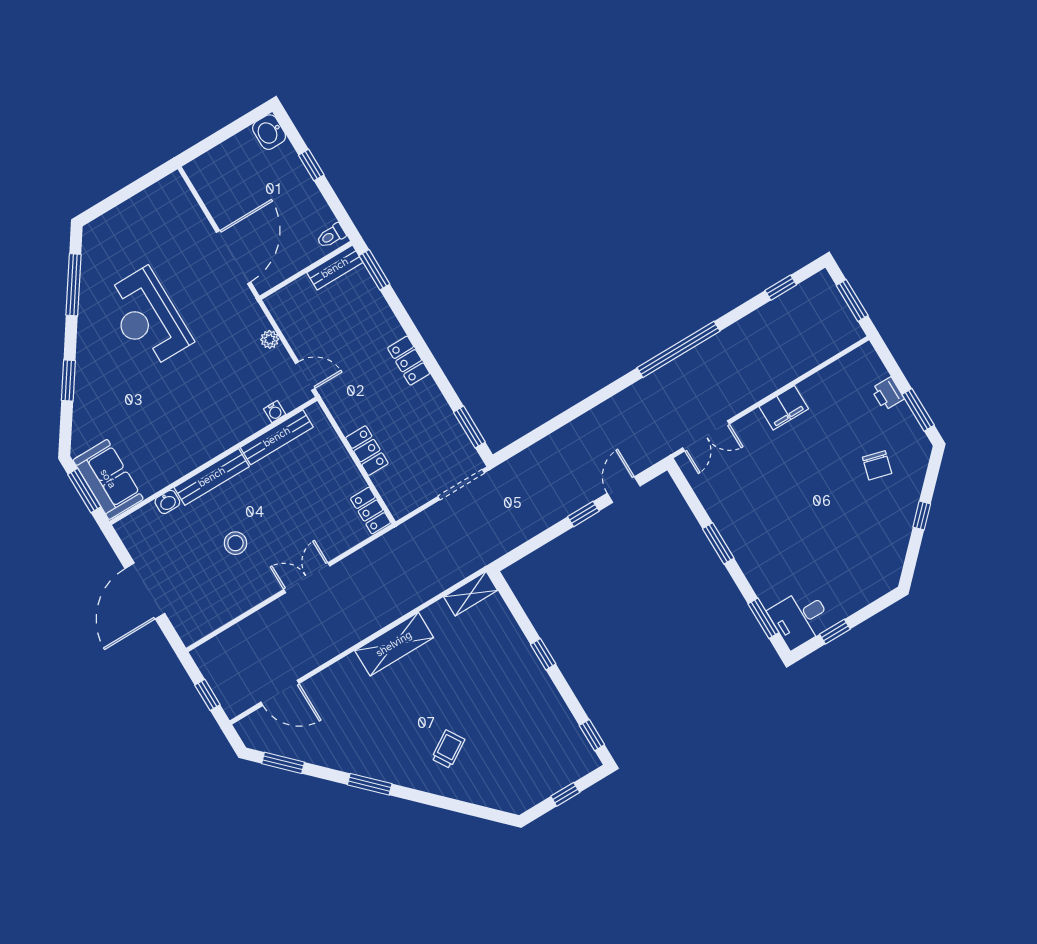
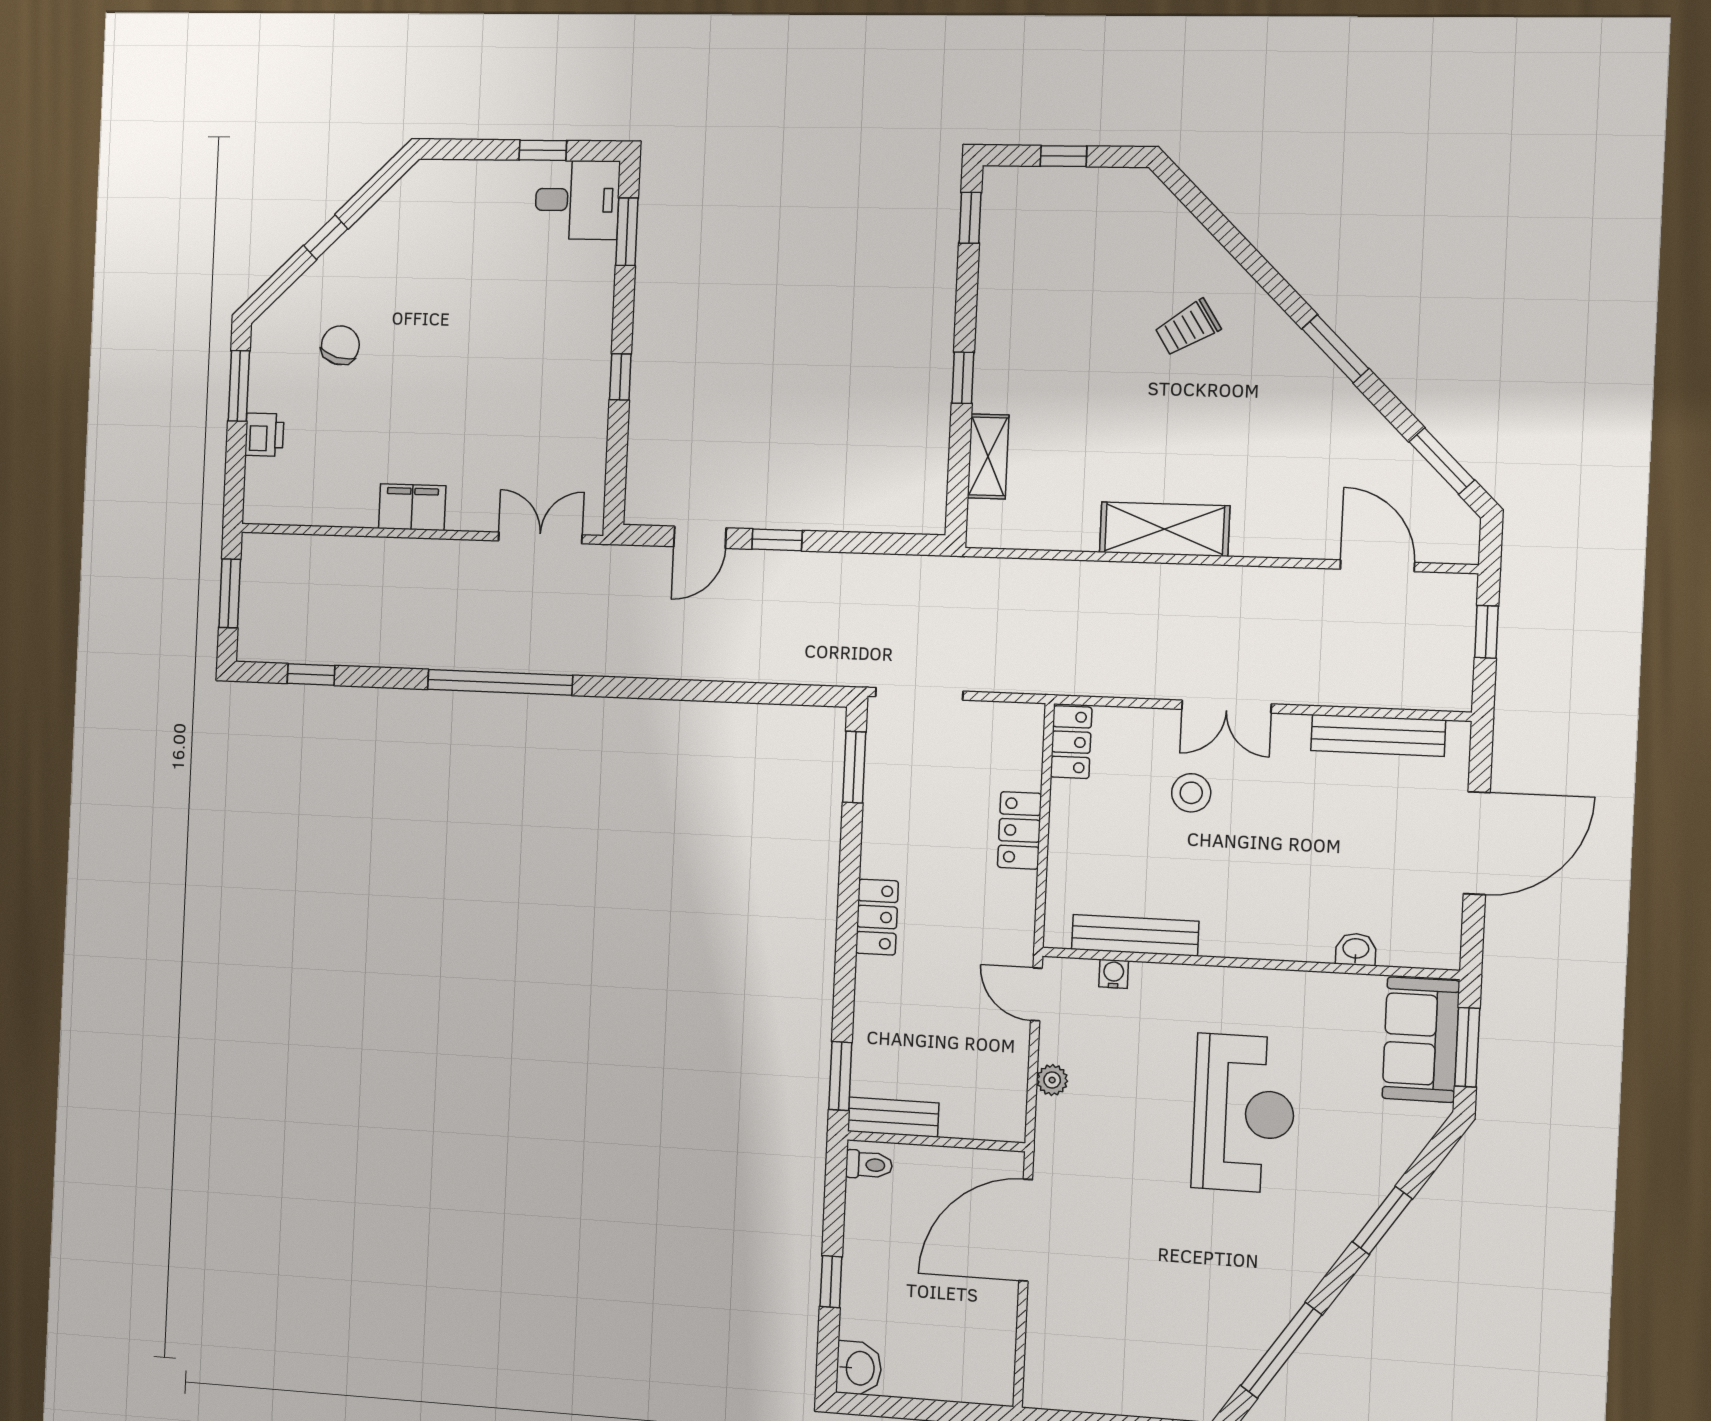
reception desk: (147, 318) -> (1244, 1113), moved
bench: (212, 477) -> (1378, 735), moved
stool: (235, 543) -> (1191, 793), moved
window: (718, 543) -> (620, 377), width x0.67
shelving: (471, 594) -> (988, 456), moved, turned 90

